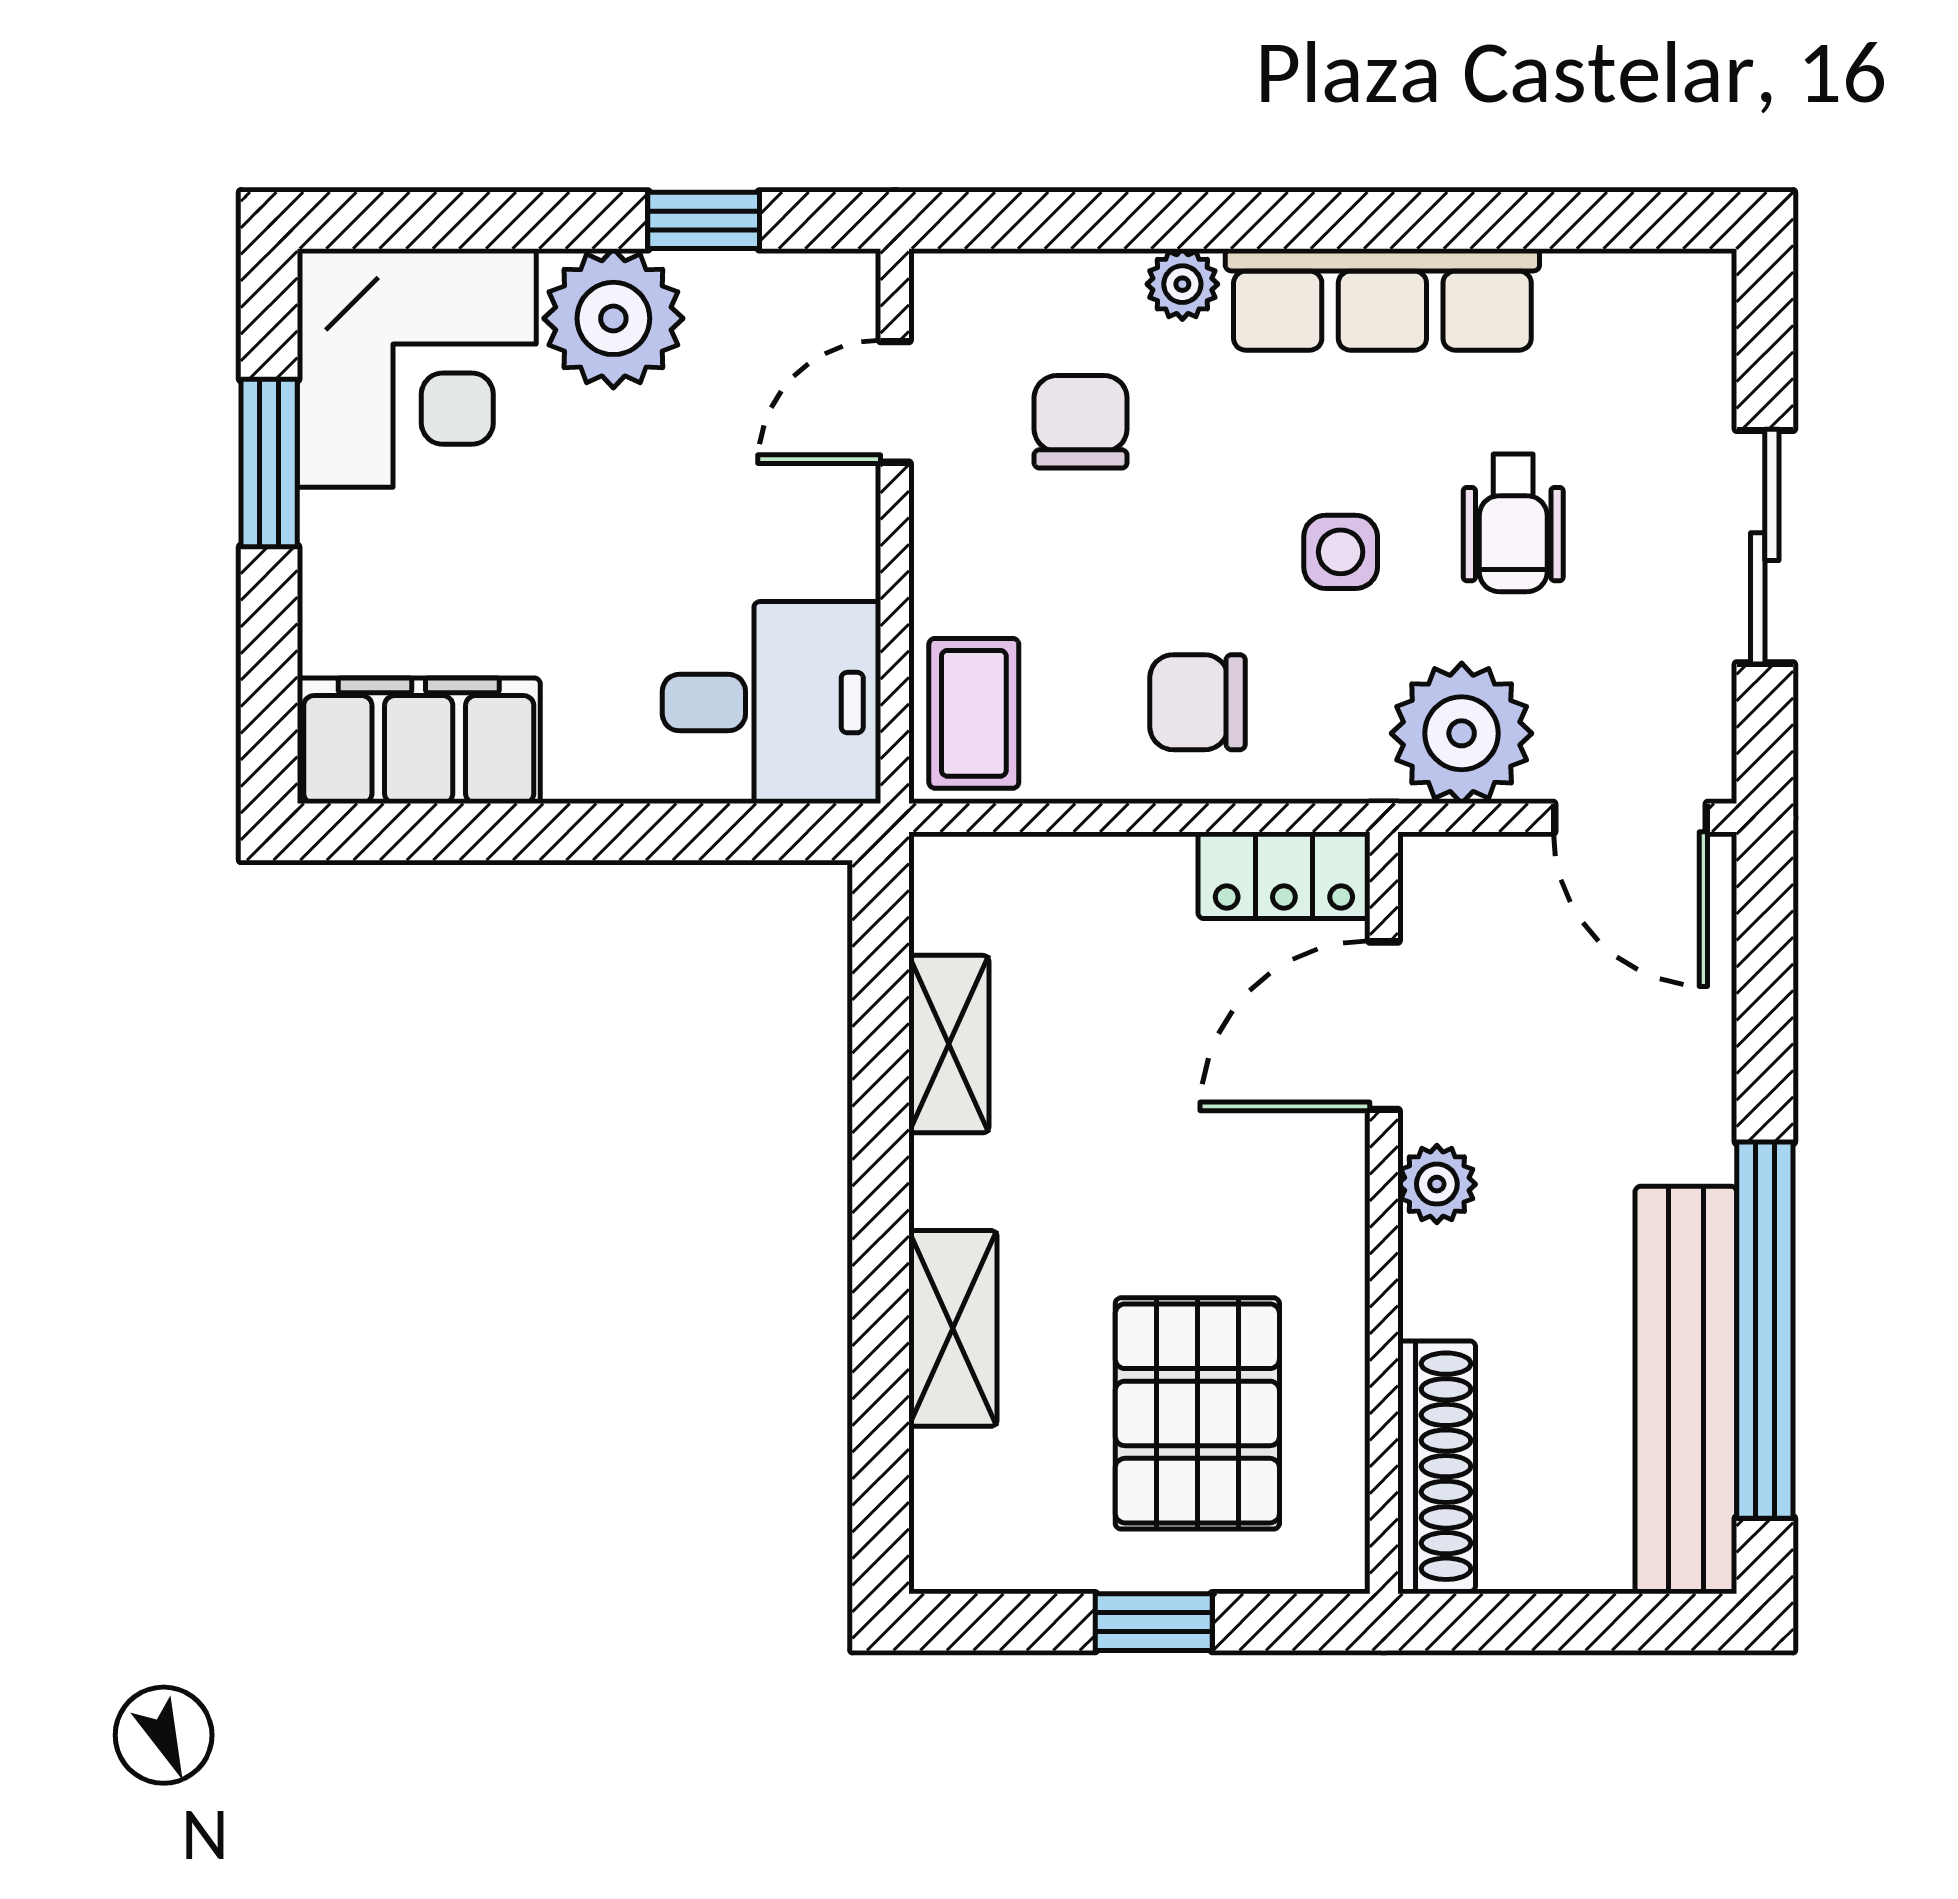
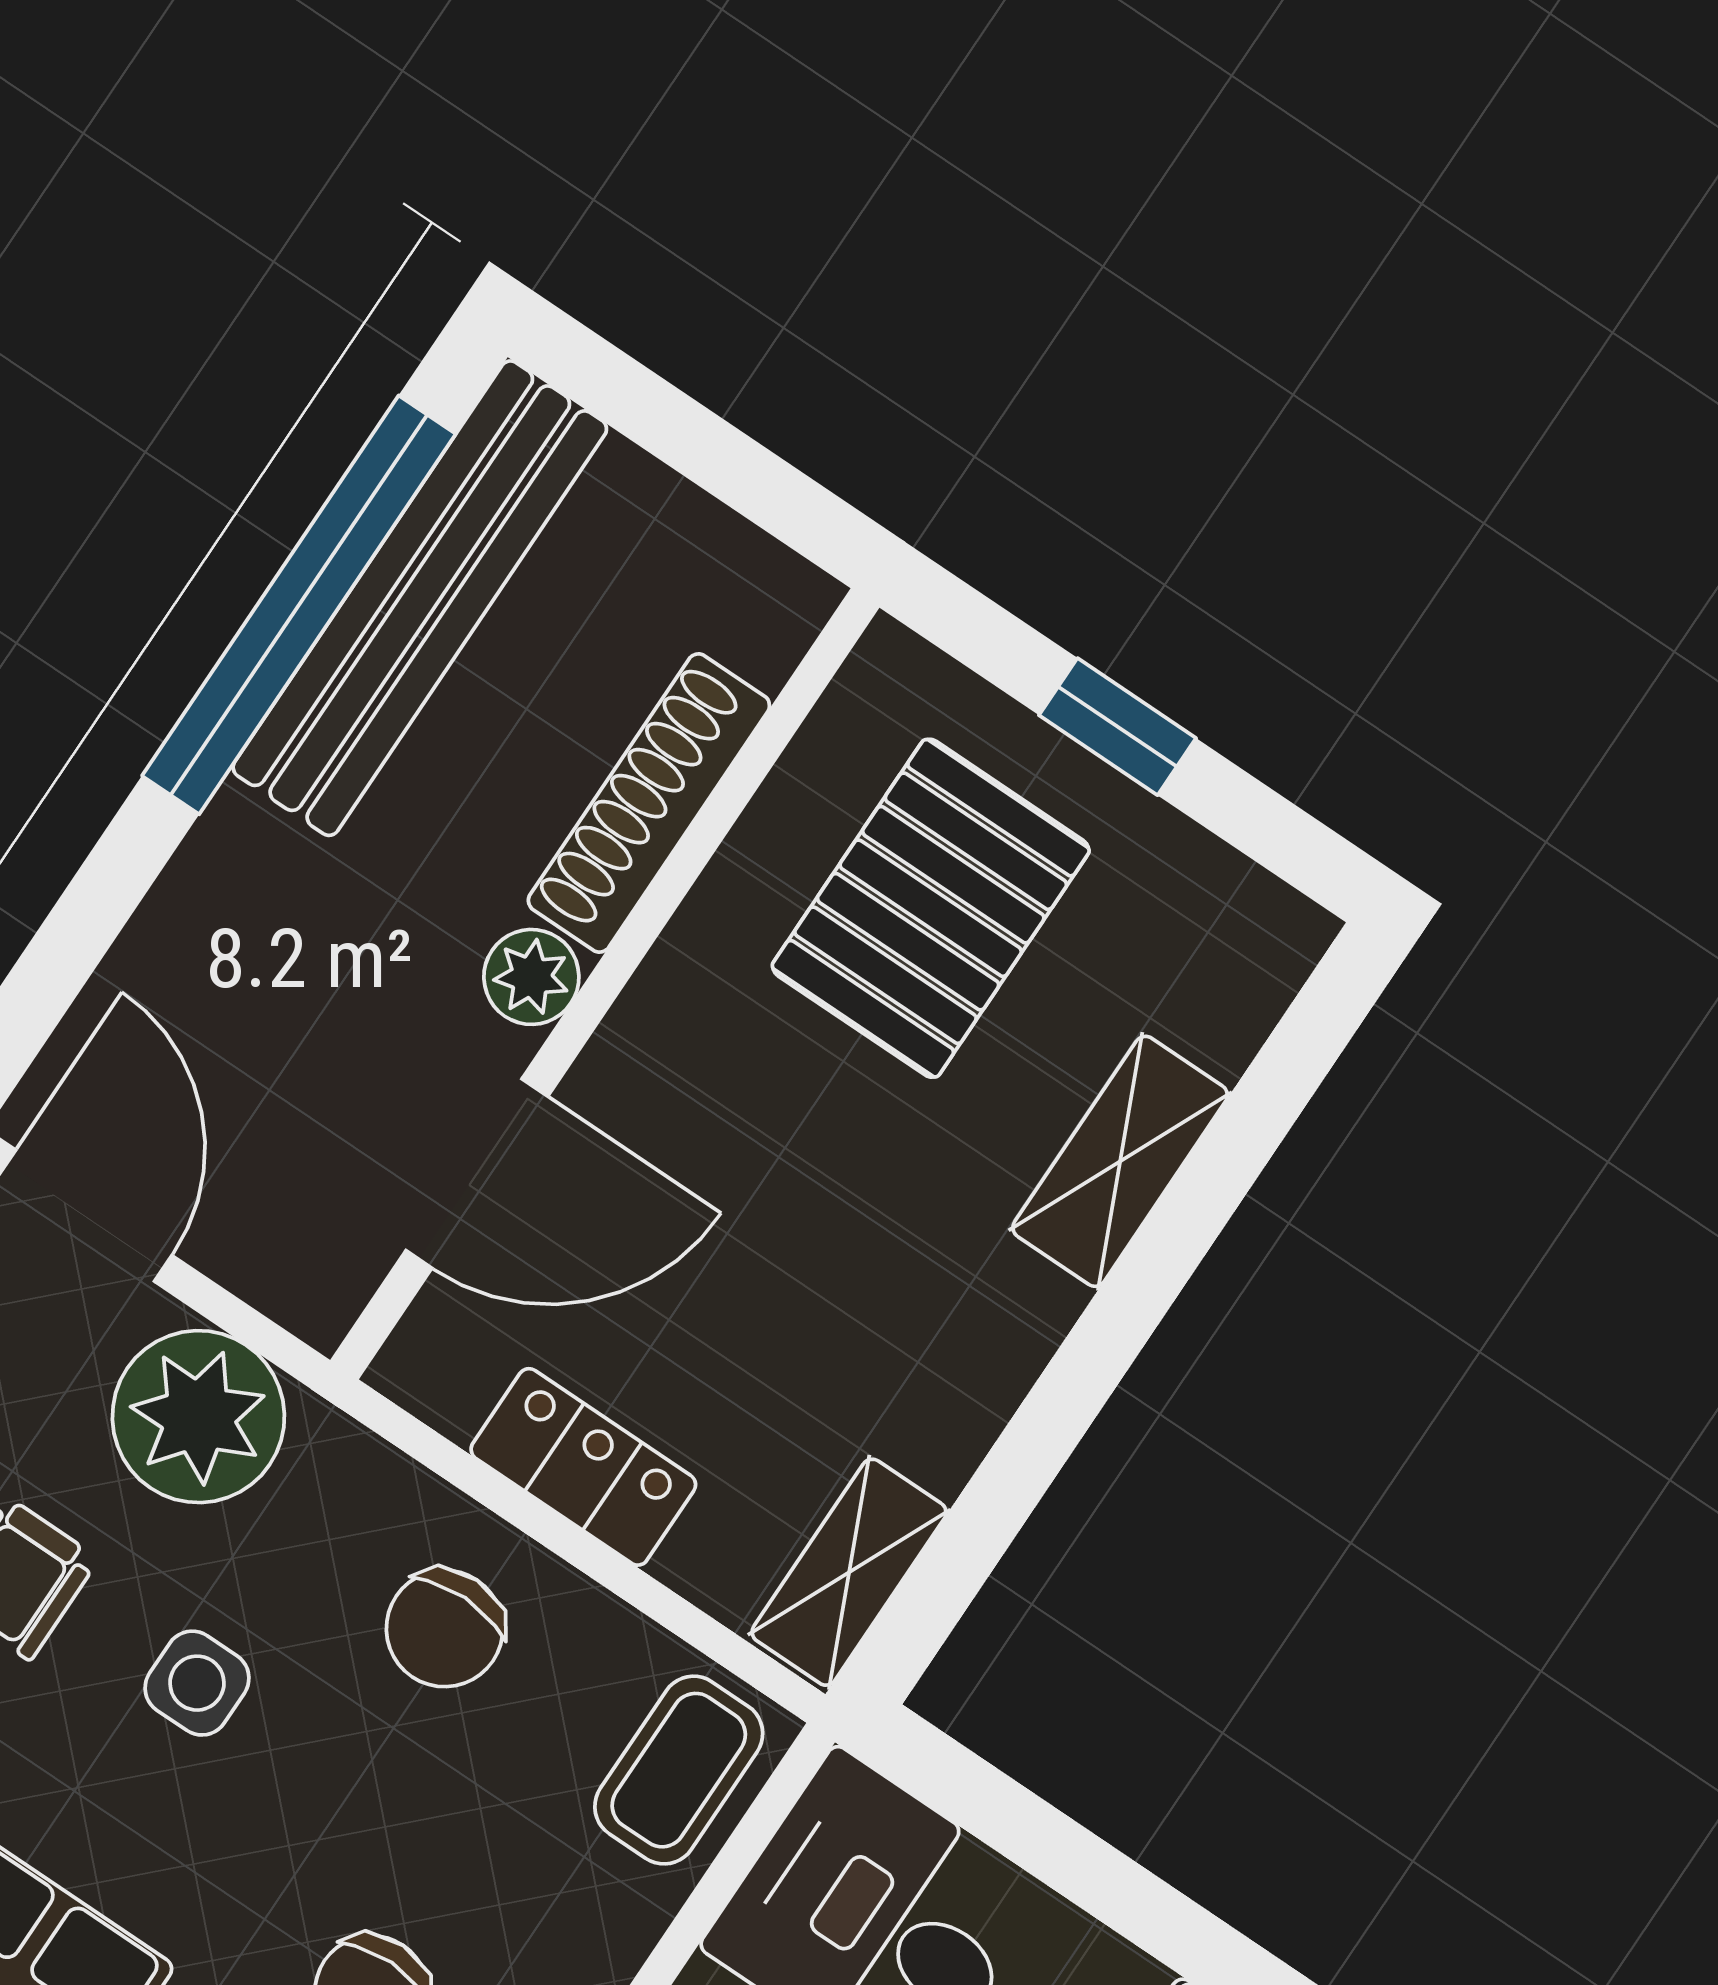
chair: (1198, 702) -> (445, 1628), turned 90
locker: (1284, 875) -> (583, 1467), moved
shelving: (949, 1044) -> (849, 1572), moved
shoe rack: (1437, 1466) -> (649, 803), moved

